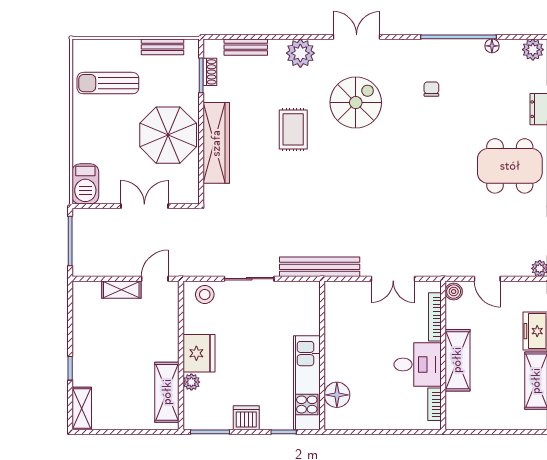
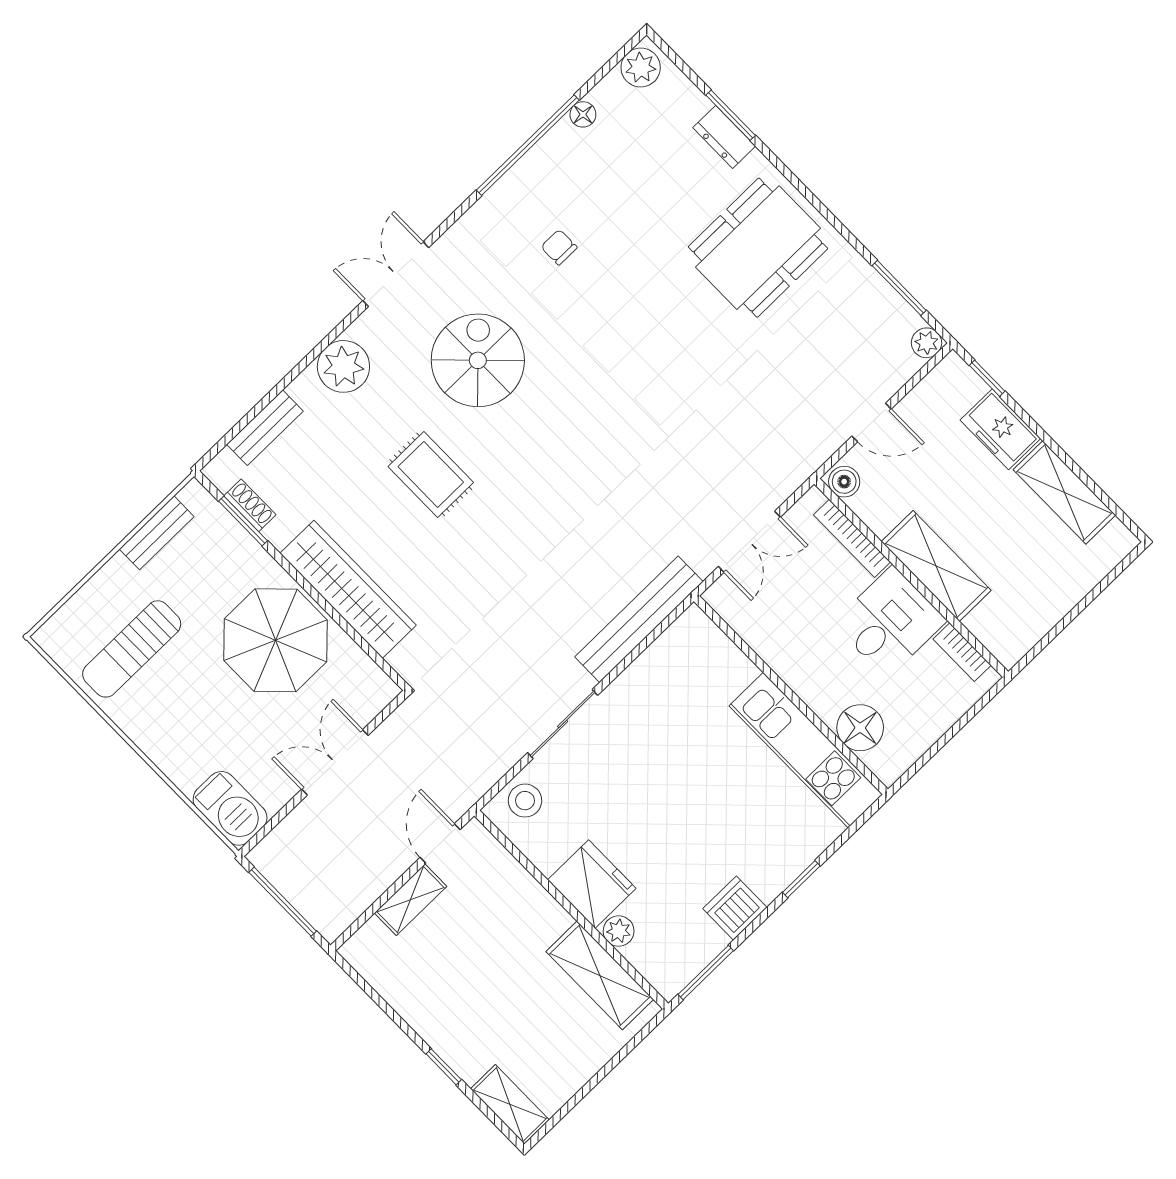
wall: (322, 355) -> (791, 695), moved
kitchen unit: (307, 383) -> (806, 750), moved
floor lamp: (337, 395) -> (860, 728), moved

